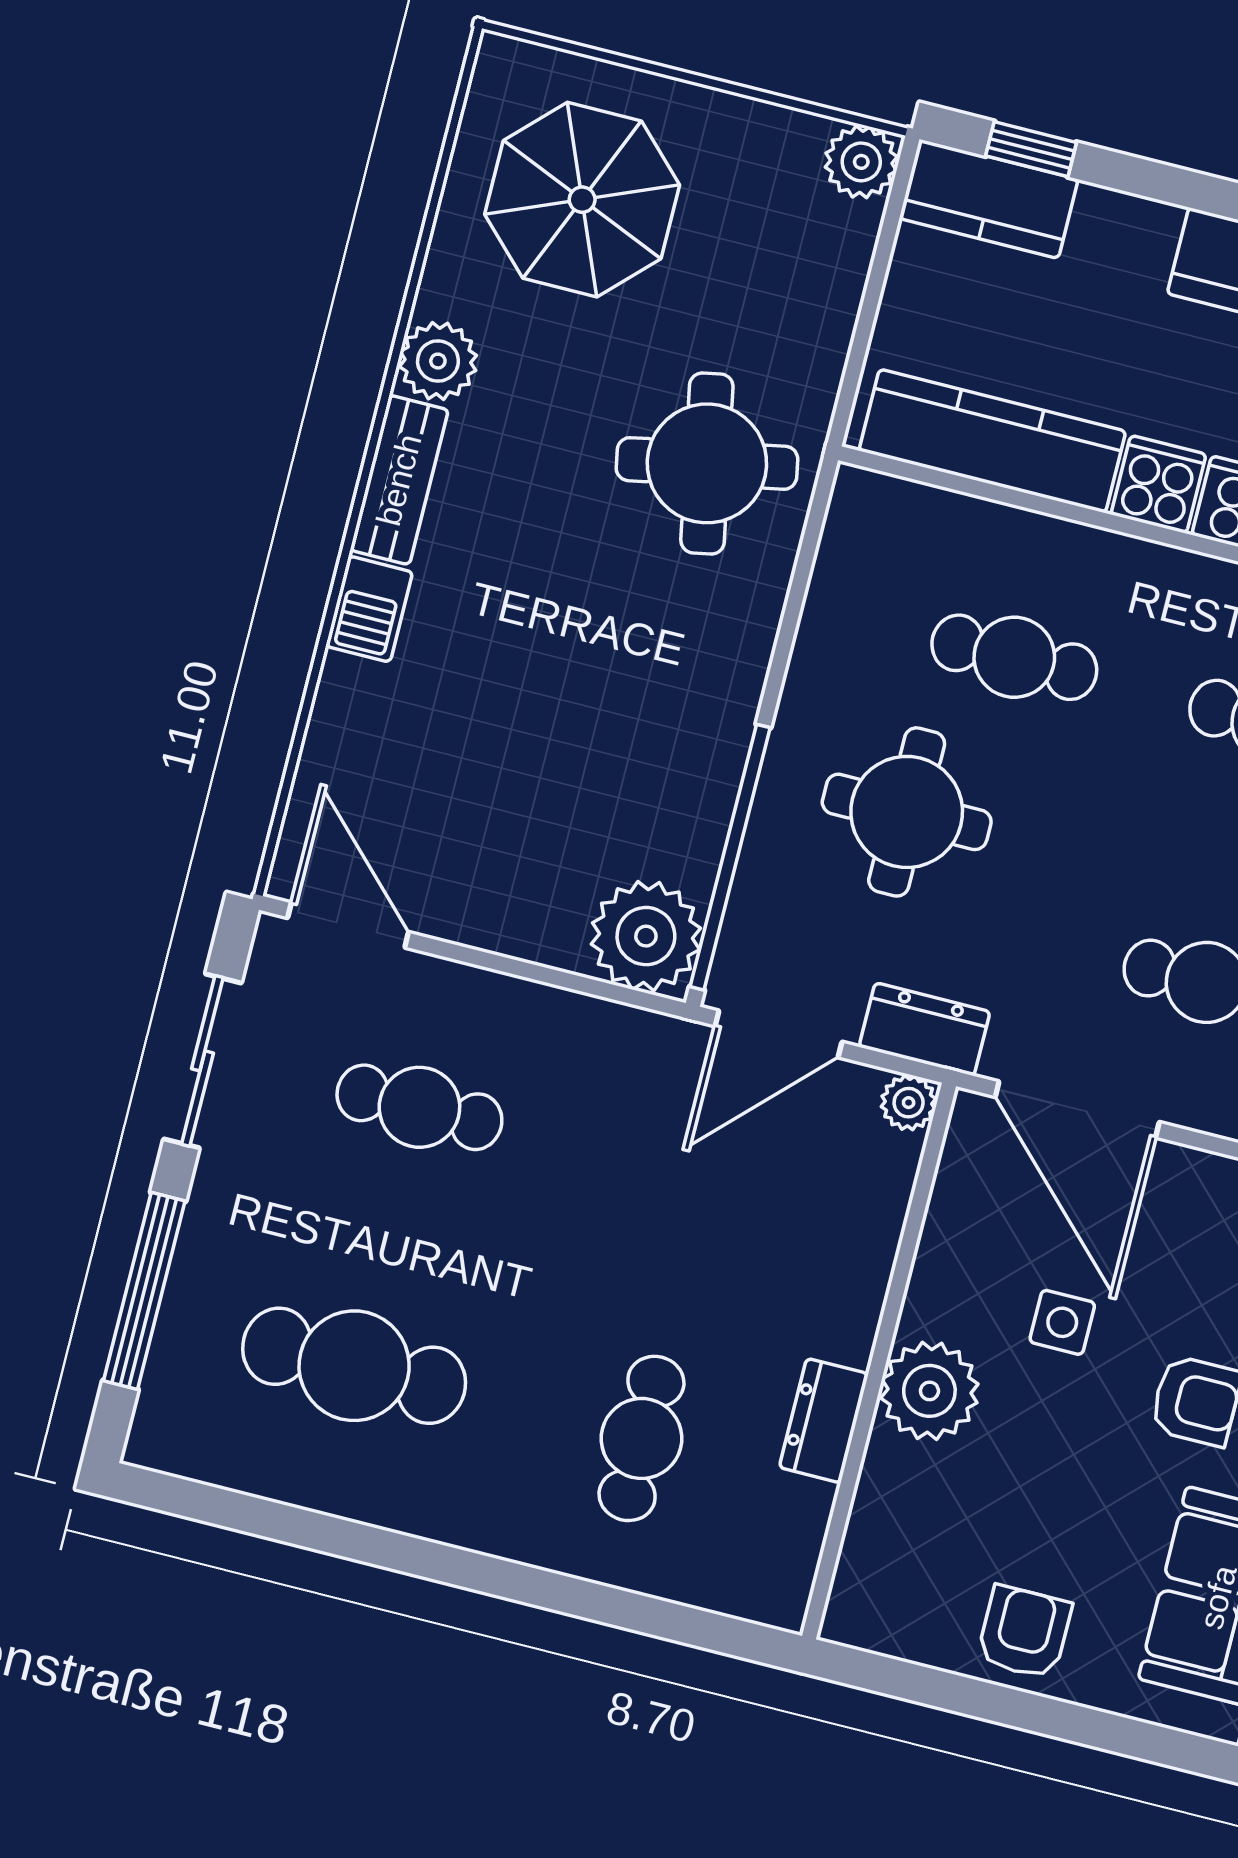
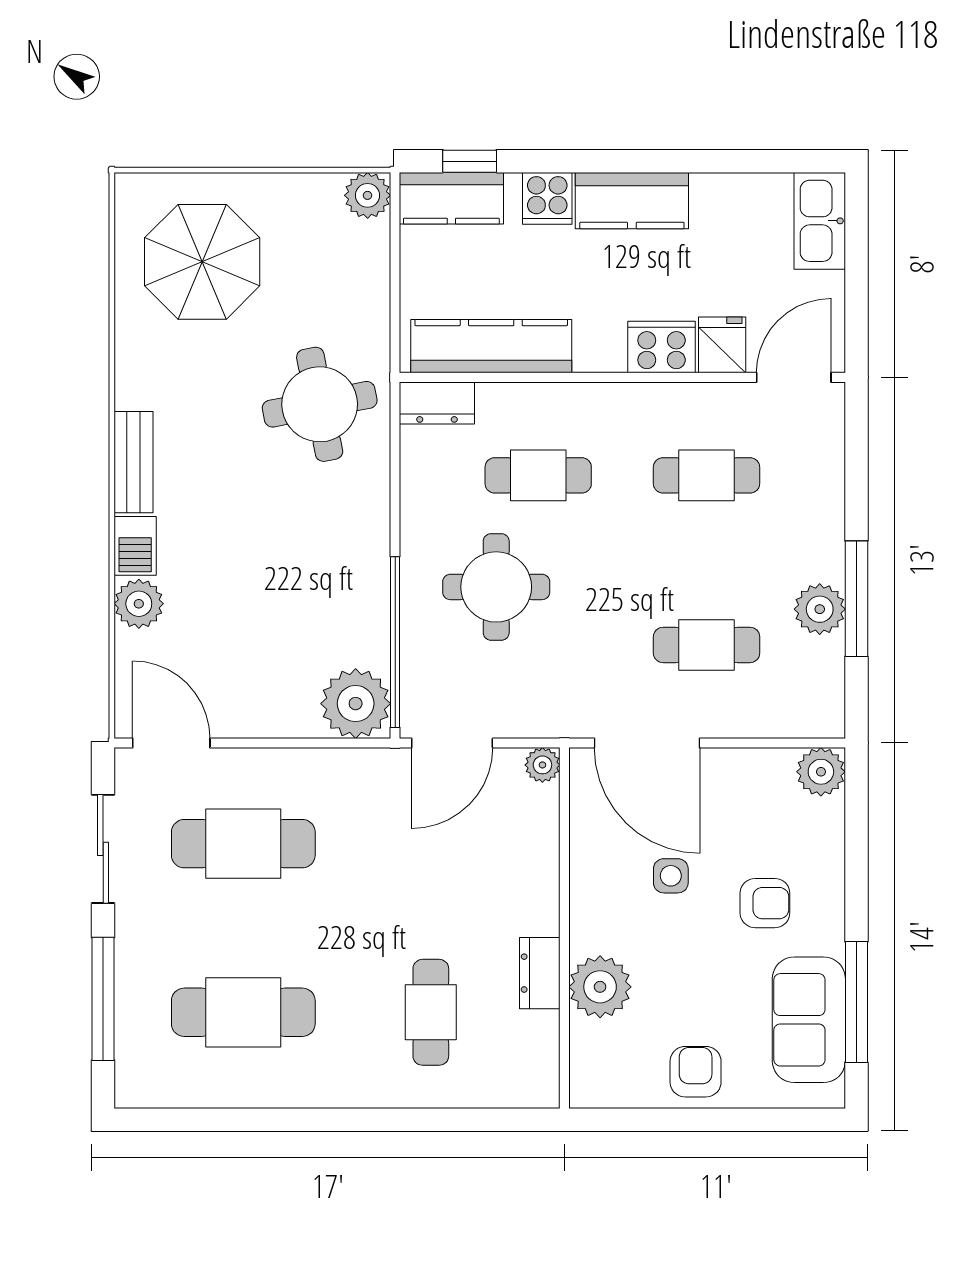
plant: (438, 361) -> (139, 604), moved
cooker: (1158, 484) -> (547, 198), moved, turned 180
dresser: (925, 1029) -> (437, 403), moved, turned 180
cafe table: (419, 1107) -> (243, 844), width x1.37, depth x1.35
plant: (929, 1391) -> (600, 987), moved

